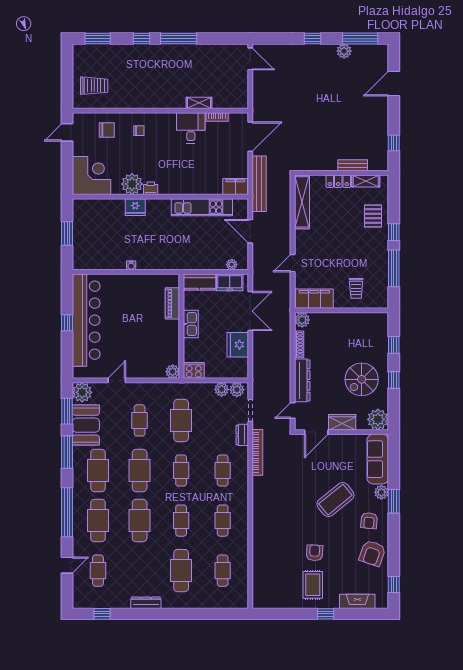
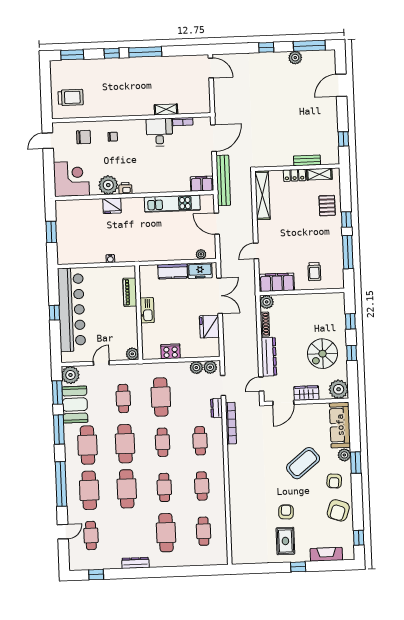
piano: (172, 303) -> (130, 292), moved
kitchen sink: (191, 324) -> (147, 310), moved
wall: (181, 326) -> (139, 313), moved
plant: (173, 372) -> (132, 354), moved

